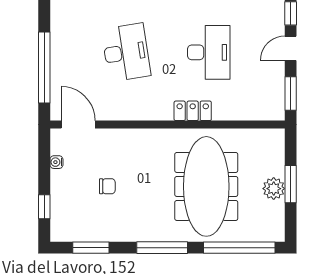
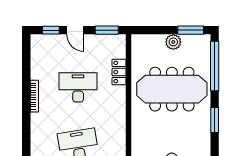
locker: (193, 111) -> (119, 72), moved
window: (291, 184) -> (191, 30), moved
window: (162, 248) -> (215, 120), width x0.69

